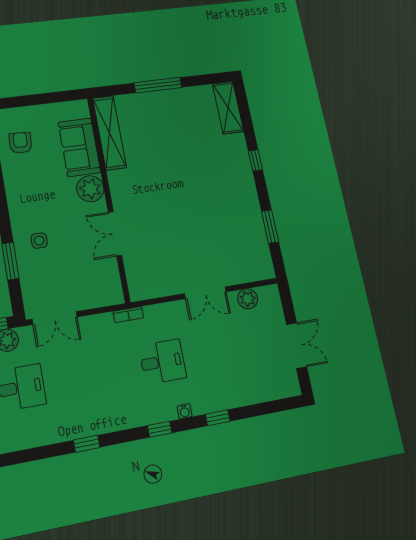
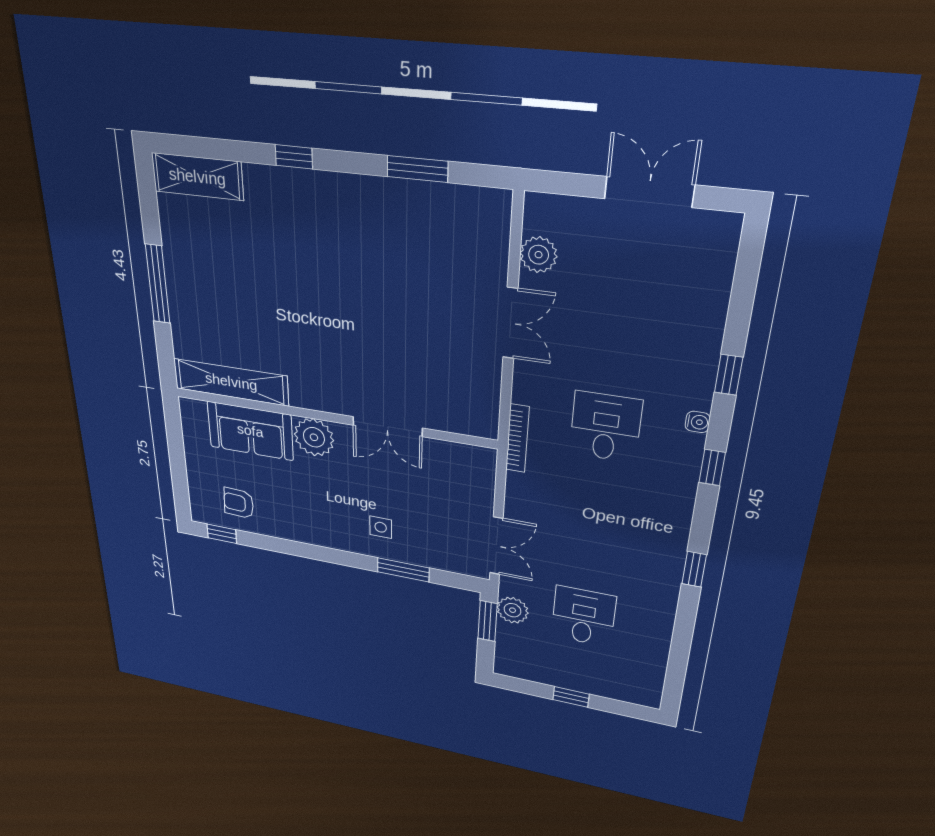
bookcase: (128, 315) -> (517, 438), width x1.56

